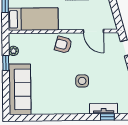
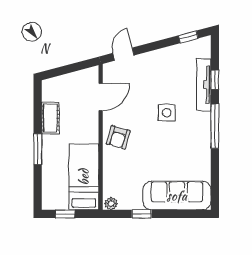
plant: (13, 51) -> (111, 204), moved
tv unit: (104, 109) -> (204, 85), width x1.41
window: (72, 117) -> (215, 126), added

